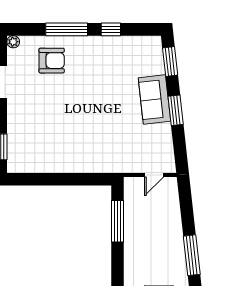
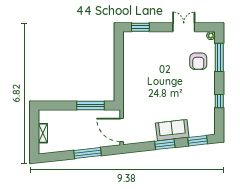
window: (67, 29) -> (219, 57), moved
door: (154, 175) -> (122, 130), width x1.87
window: (192, 255) -> (88, 153), moved

